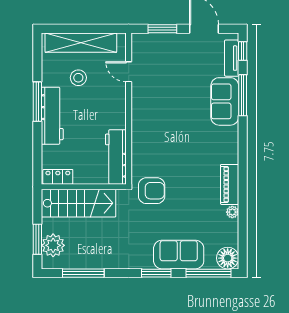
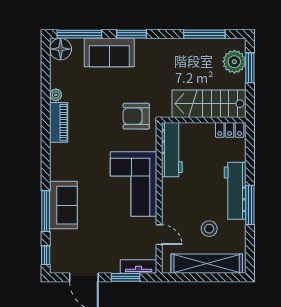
tv unit: (232, 58) -> (139, 266), moved, turned -90
corner sofa: (154, 123) -> (134, 184), added

